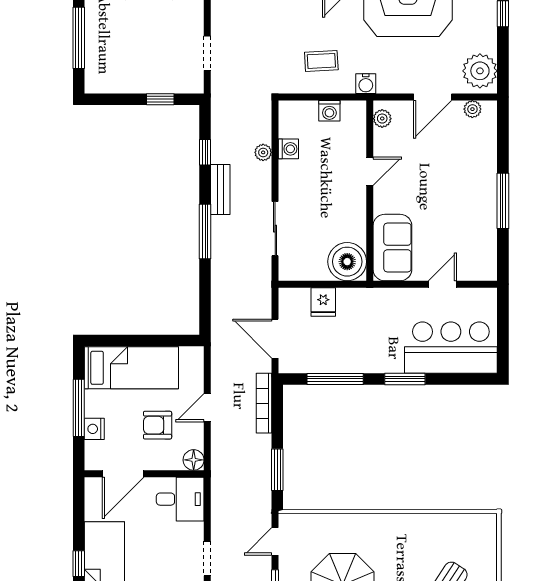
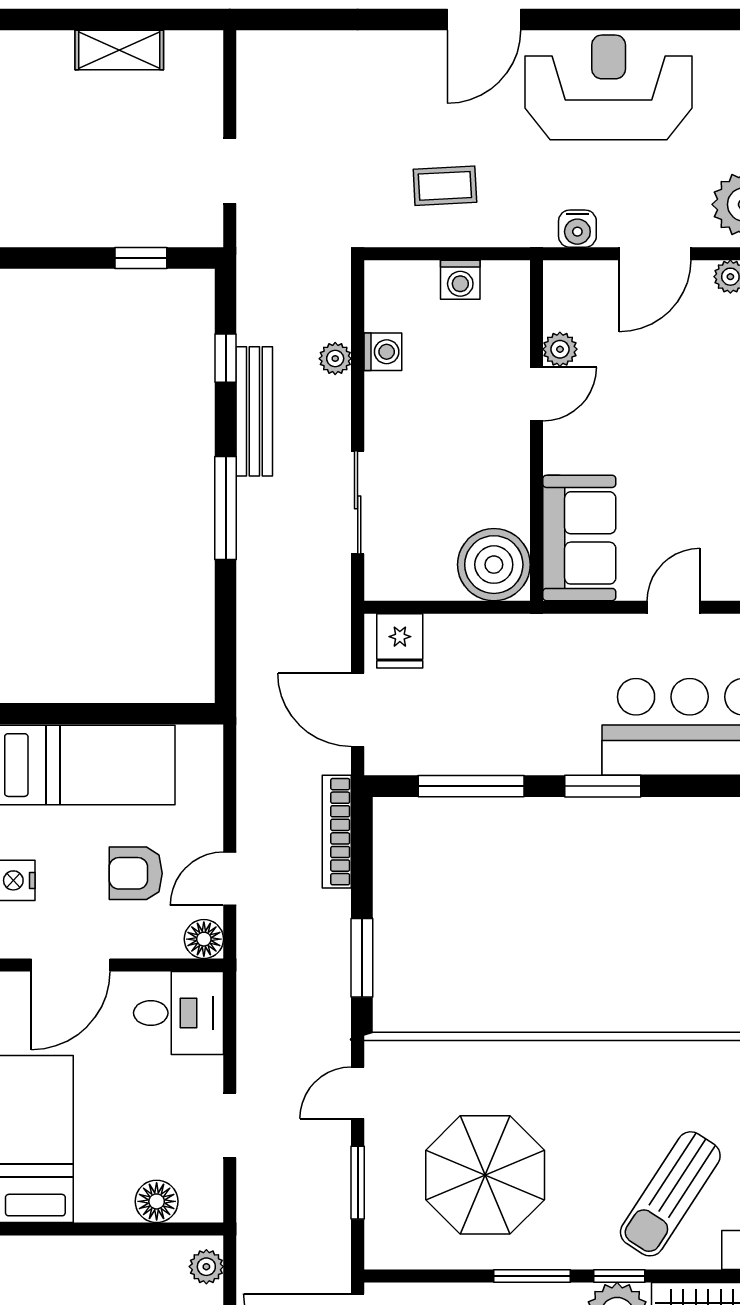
water cooler: (366, 84) -> (577, 229), moved
plant: (382, 119) -> (560, 349), moved
bench: (220, 190) -> (254, 411), width x1.36
fridge: (323, 302) -> (400, 641), moved
door: (207, 408) -> (230, 879), moved

